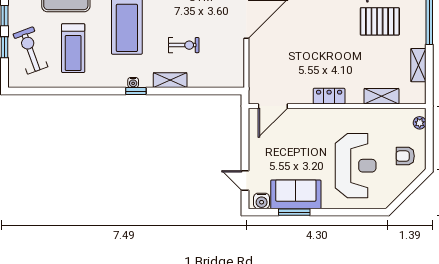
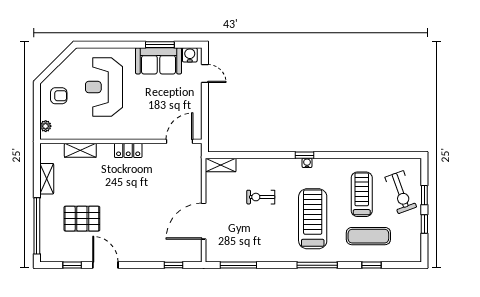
shelving: (170, 80) -> (221, 165), moved

